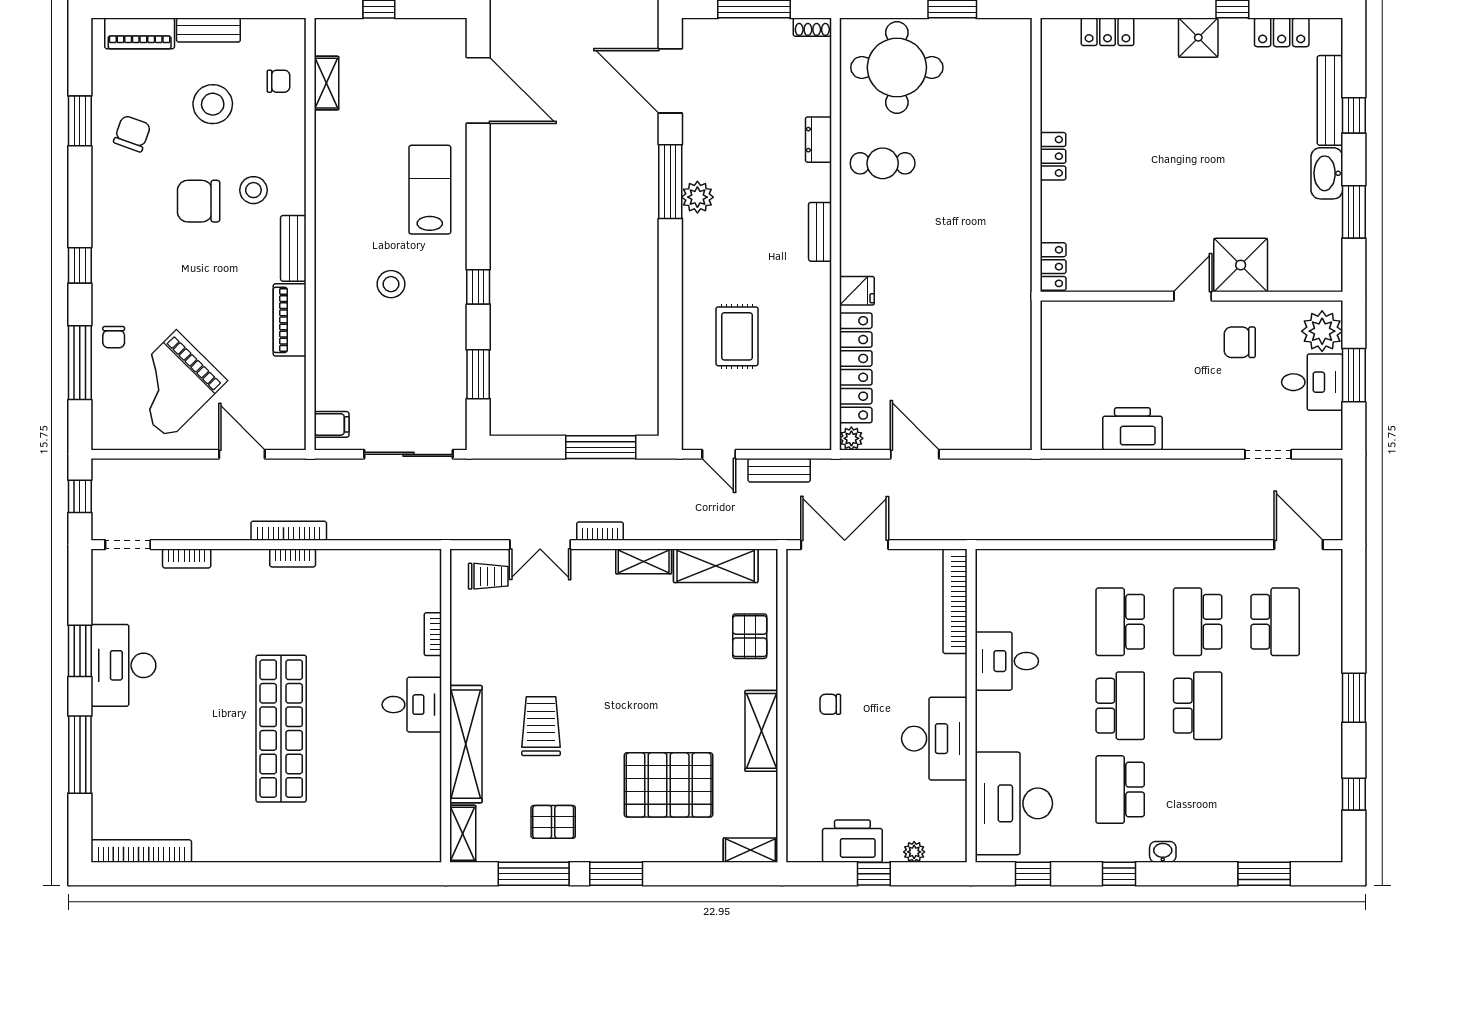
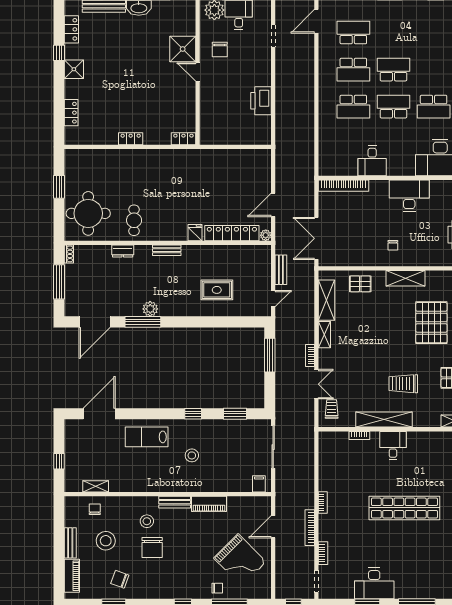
bookcase: (289, 531) -> (310, 528), moved
shelving: (466, 744) -> (384, 420), moved

